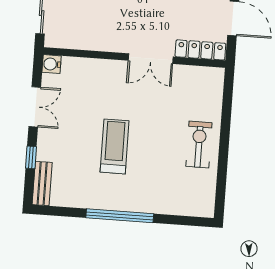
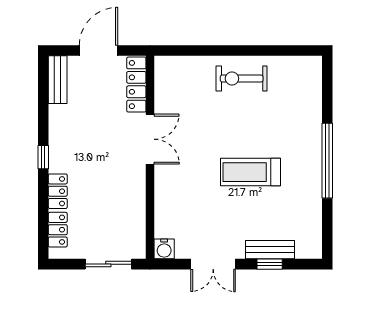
double door: (35, 107) -> (213, 264), swing flipped
bench: (42, 183) -> (270, 250), moved

